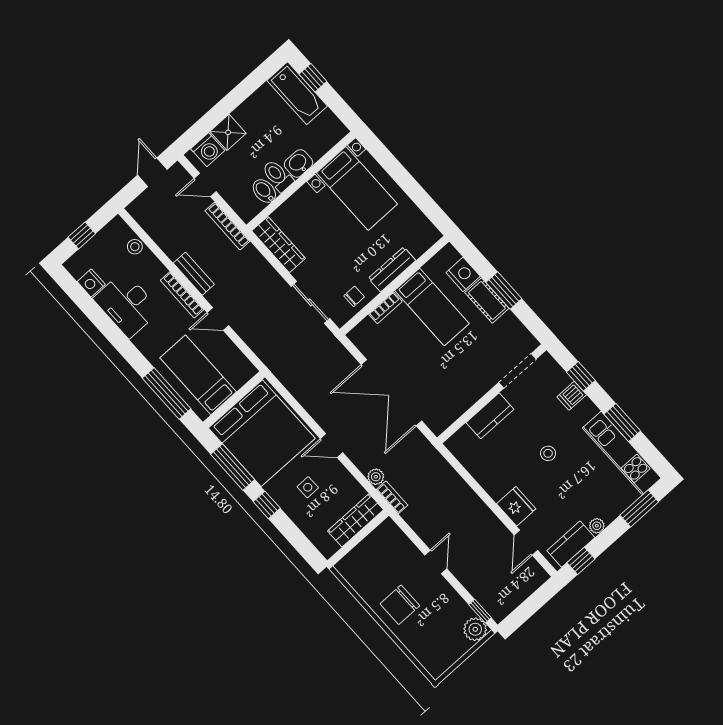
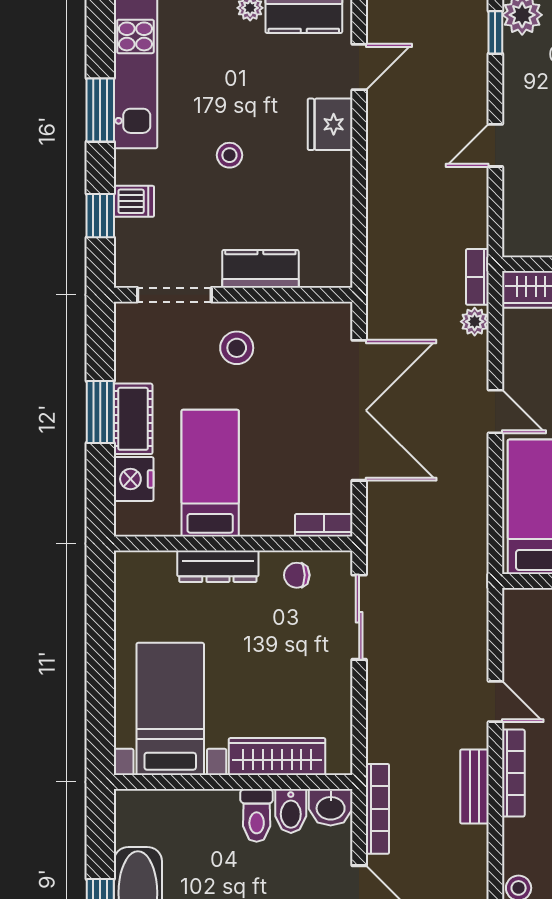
washbasin: (299, 163) -> (331, 807), moved
wardrobe: (279, 245) -> (277, 757), moved, turned 90
bookcase: (385, 308) -> (324, 525), moved
stool: (469, 372) -> (237, 348), added

